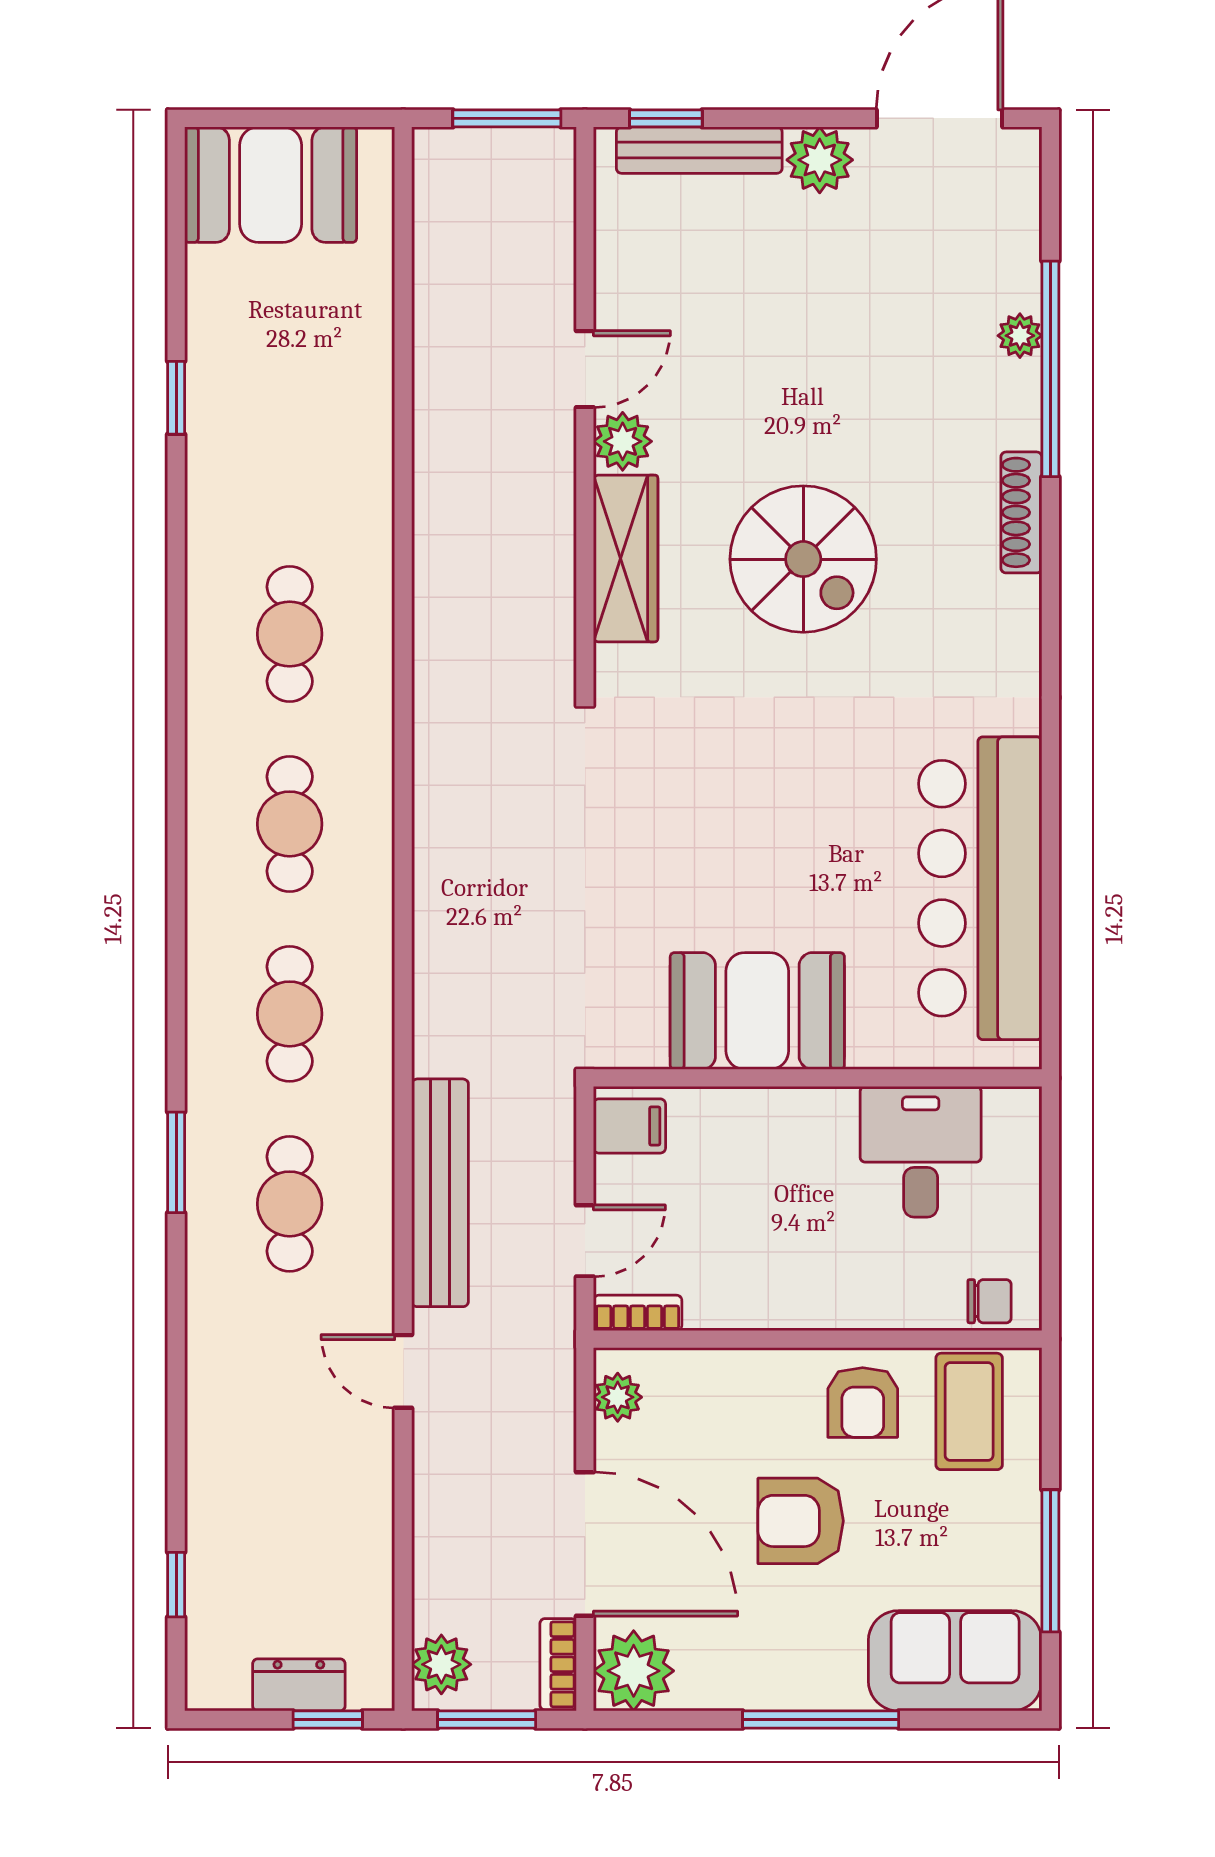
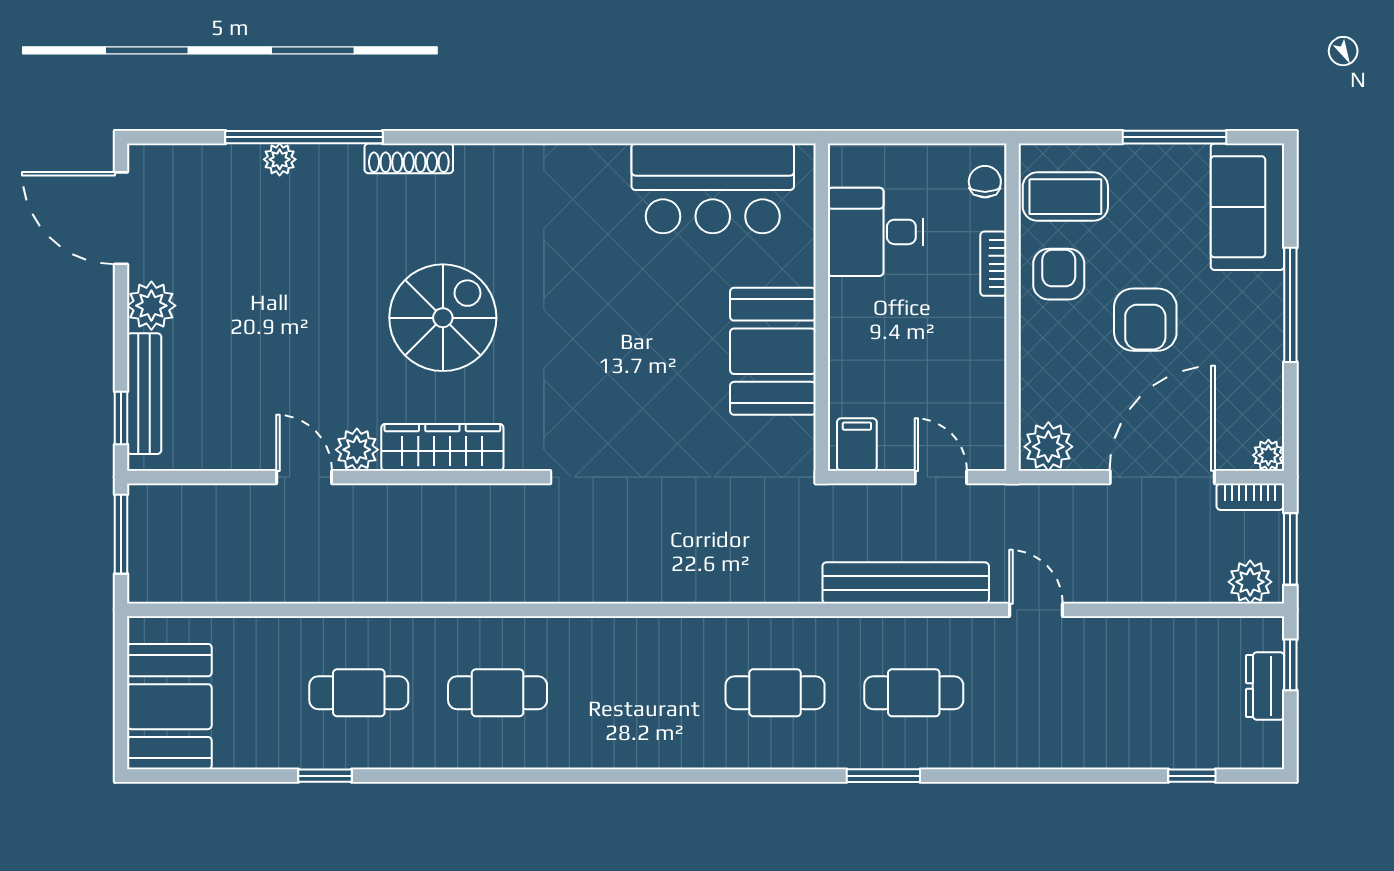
cafe table: (290, 824) -> (359, 693), moved
bar counter: (980, 888) -> (713, 188), width x0.73
bookcase: (638, 1313) -> (993, 264), moved
door: (403, 1371) -> (1036, 610), swing flipped
plant: (618, 1397) -> (1048, 447), width x1.38, depth x1.38
armchair: (863, 1402) -> (1059, 274), turned -90
plant: (634, 1671) -> (1268, 455), width x0.53, depth x0.53

